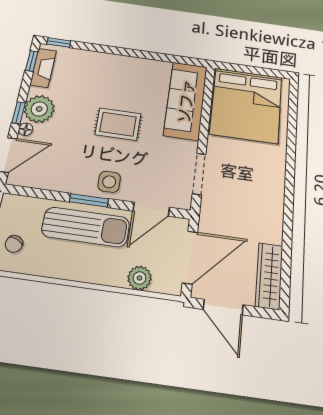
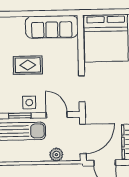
sofa: (186, 101) -> (52, 27), moved, turned -90
door: (151, 209) -> (57, 115), swing flipped

